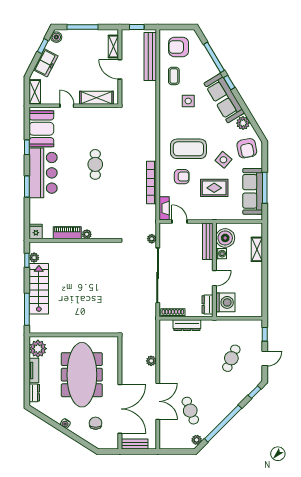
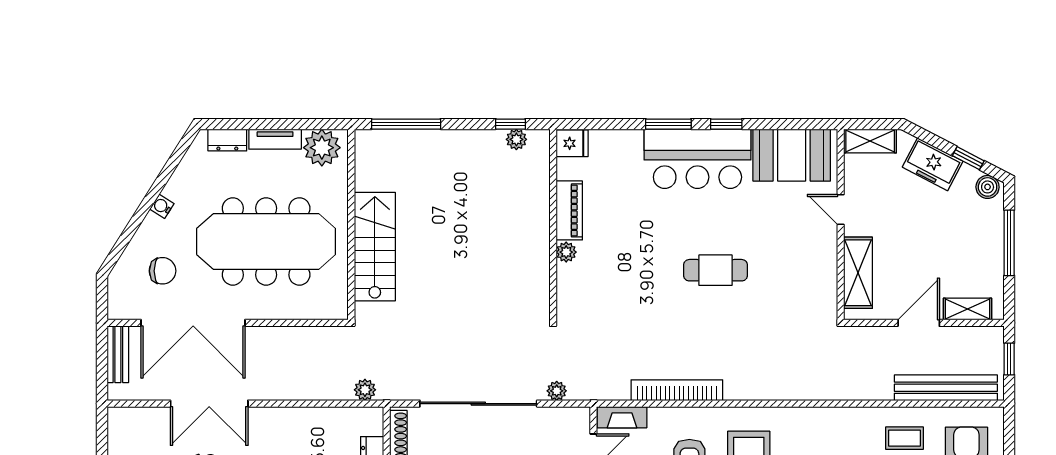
door: (67, 106) -> (841, 210), swing flipped
window: (27, 147) -> (726, 124), moved
stairs: (39, 289) -> (375, 247), moved, turned -90
plant: (151, 361) -> (365, 390), moved

